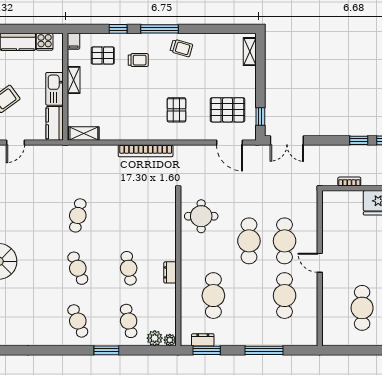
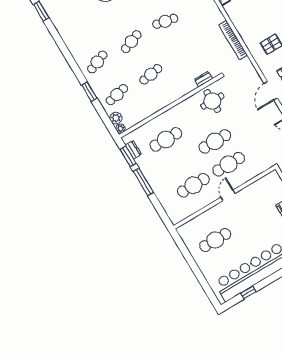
dresser: (170, 272) -> (203, 79), moved
window: (264, 350) -> (143, 182), moved

